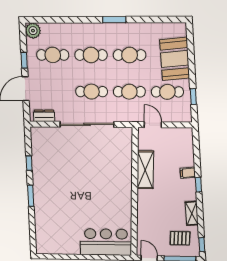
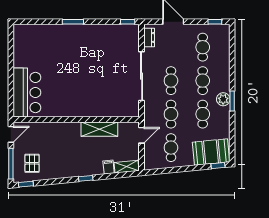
plant: (33, 31) -> (223, 99), moved
booth: (175, 59) -> (211, 152), moved
window: (24, 60) -> (215, 22), moved
window: (193, 97) -> (218, 166), moved
window: (29, 163) -> (128, 22), moved
filing cabinet: (188, 173) -> (109, 167), moved
shelving: (192, 213) -> (127, 167), moved

